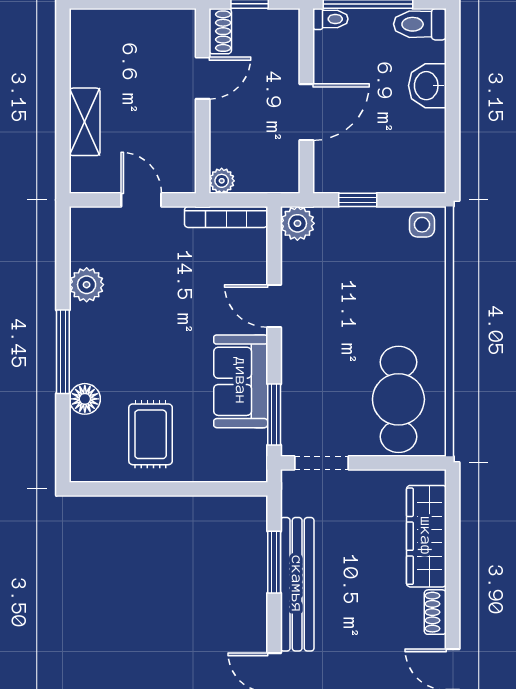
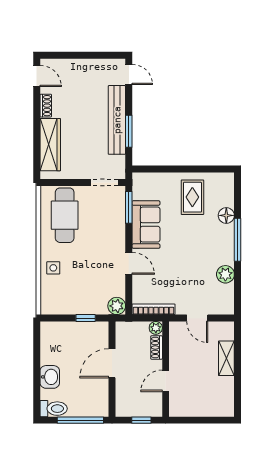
toilet: (330, 19) -> (100, 411), removed
shoe rack: (220, 31) -> (157, 348), moved
side table: (422, 225) -> (53, 268), moved

